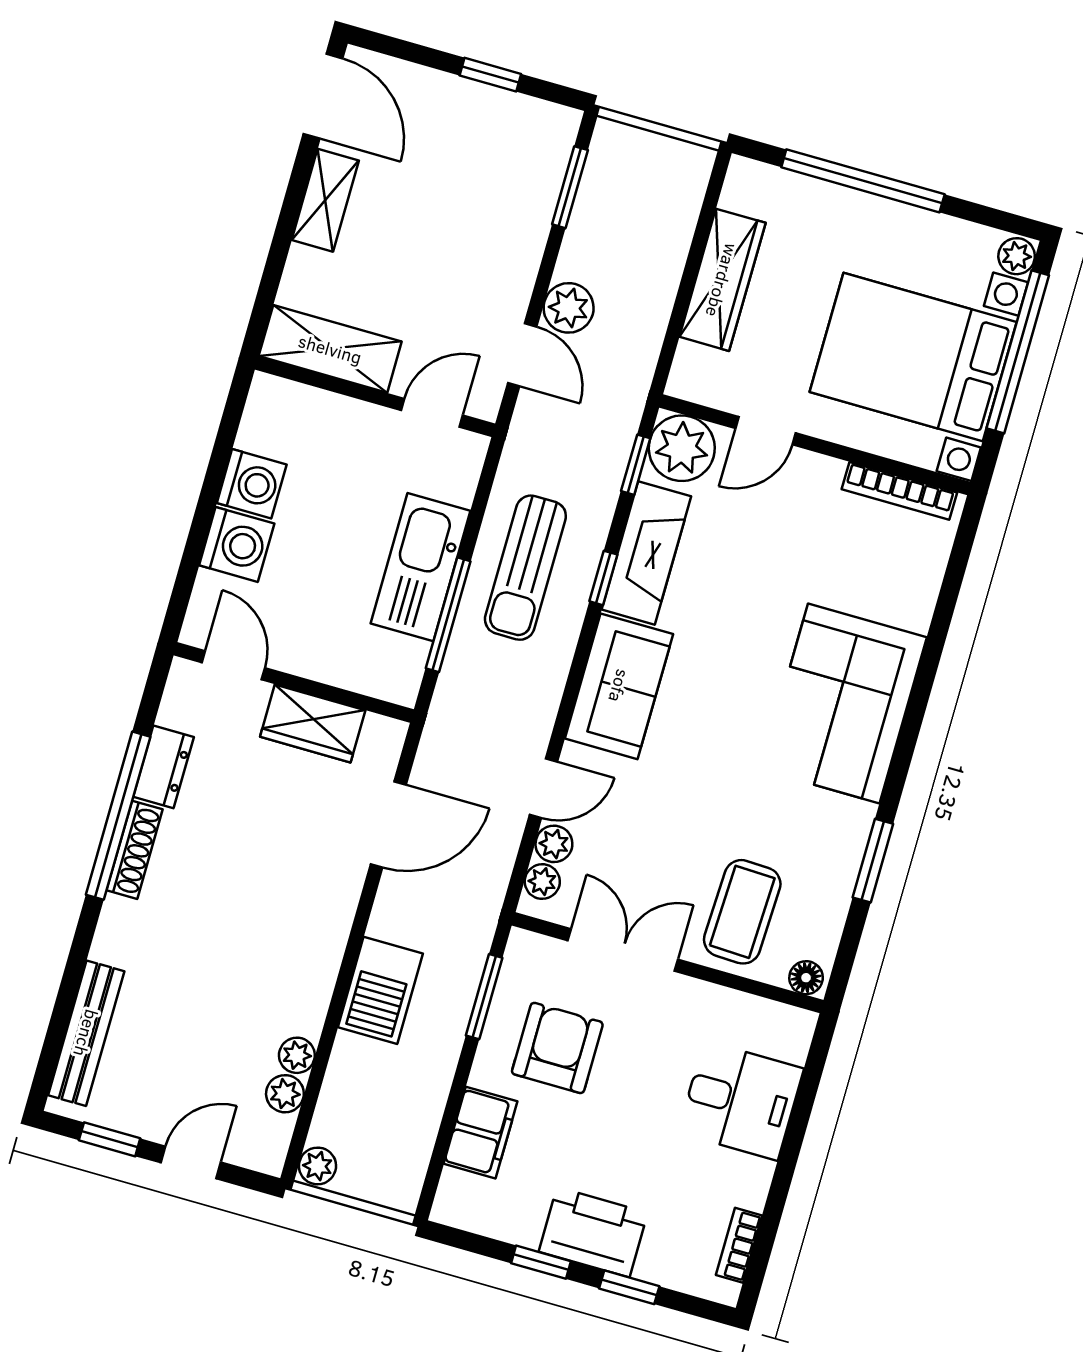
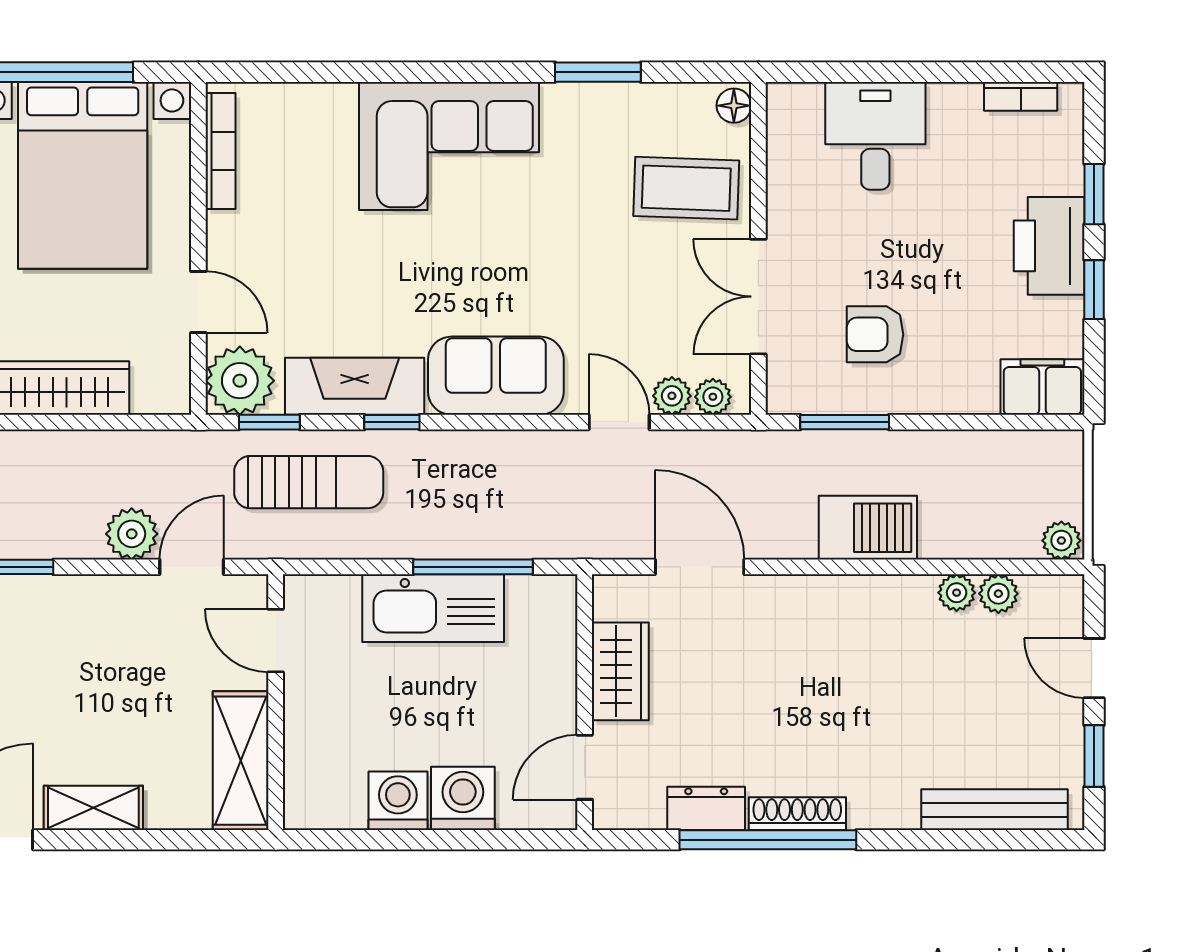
sun lounger: (525, 568) -> (309, 482), moved
armchair: (557, 1048) -> (875, 334), width x0.72, depth x0.72
filing cabinet: (481, 1133) -> (1042, 387), moved

